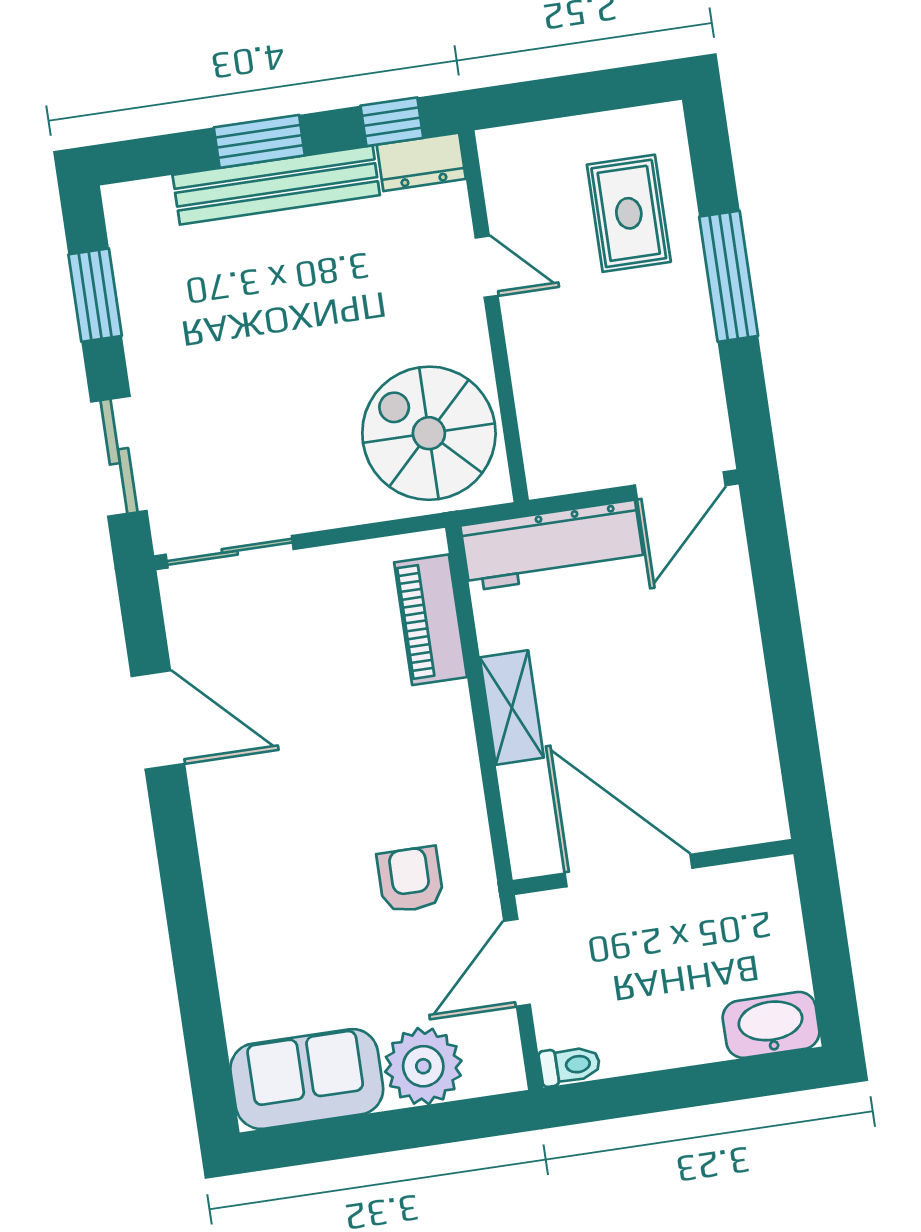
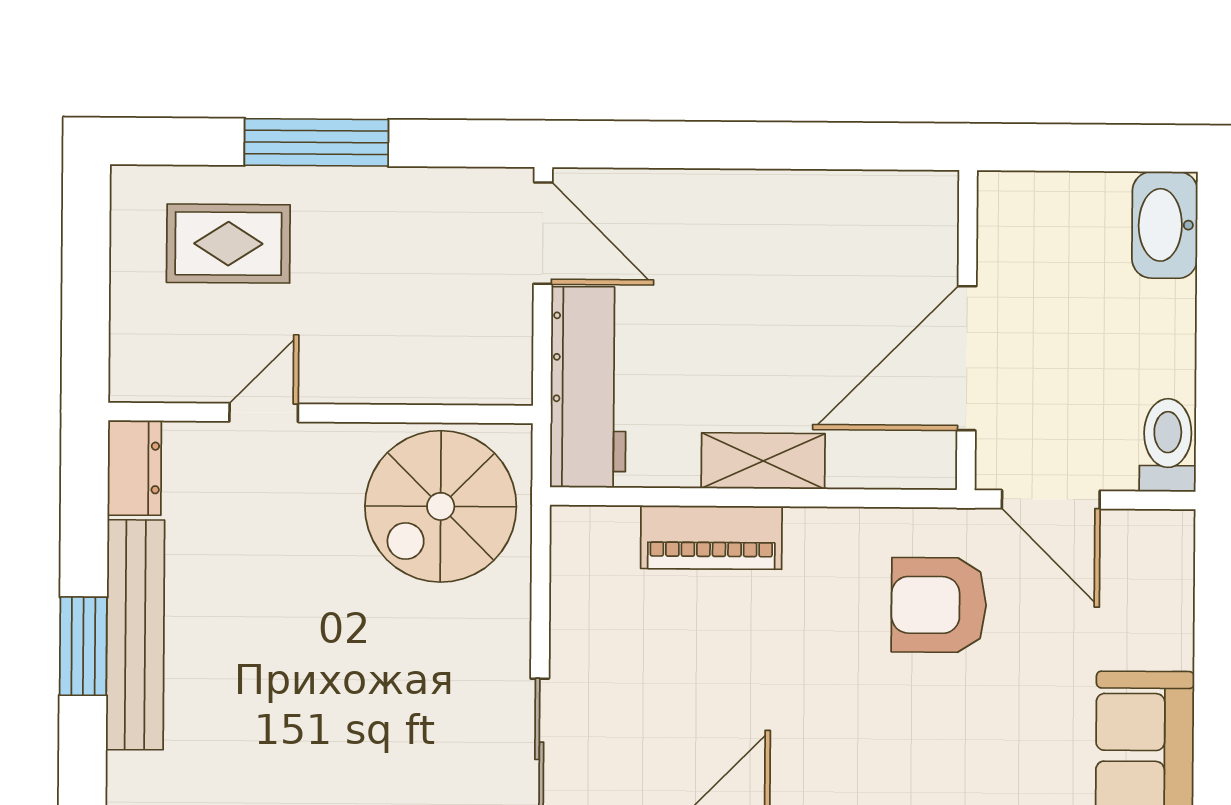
window: (392, 122) -> (84, 494), removed
piano: (431, 620) -> (711, 537), moved
armchair: (410, 880) -> (939, 605), width x1.38, depth x1.38
toilet: (570, 1065) -> (1168, 445), width x1.37, depth x1.39
plant: (423, 1066) -> (1151, 623), removed

